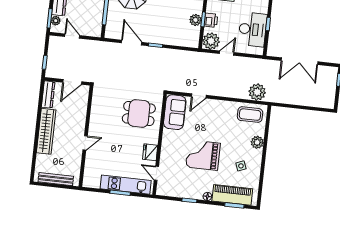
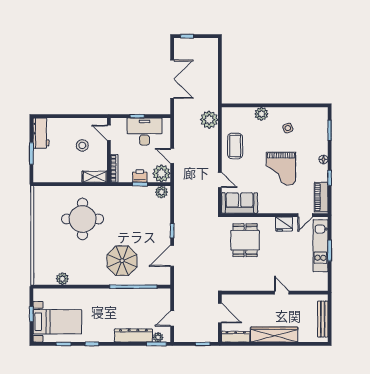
plant: (195, 20) -> (161, 192), moved
coffee table: (250, 115) -> (235, 146), moved
piano: (232, 195) -> (321, 197), moved, width x0.73, depth x0.75

